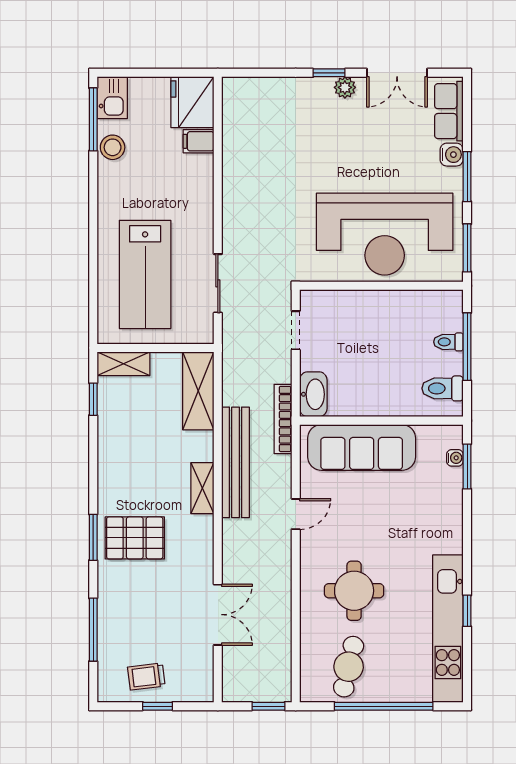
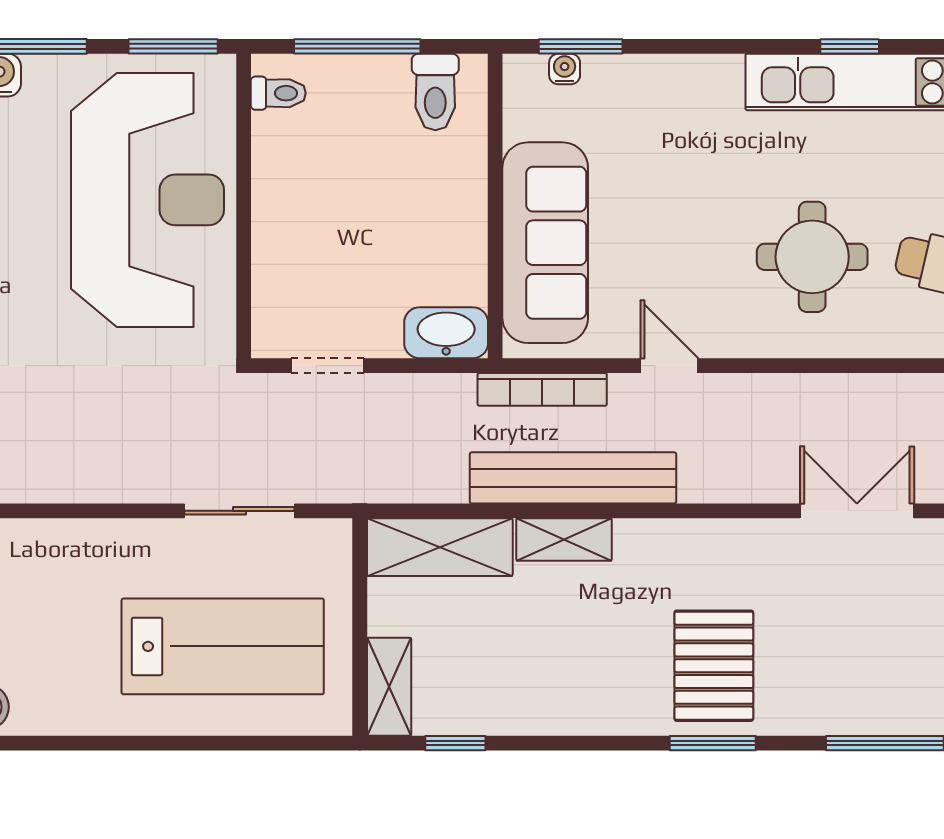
toilet: (448, 342) -> (278, 93), moved, turned -90
bookcase: (283, 419) -> (542, 389), moved
shelving: (202, 488) -> (564, 539), moved

